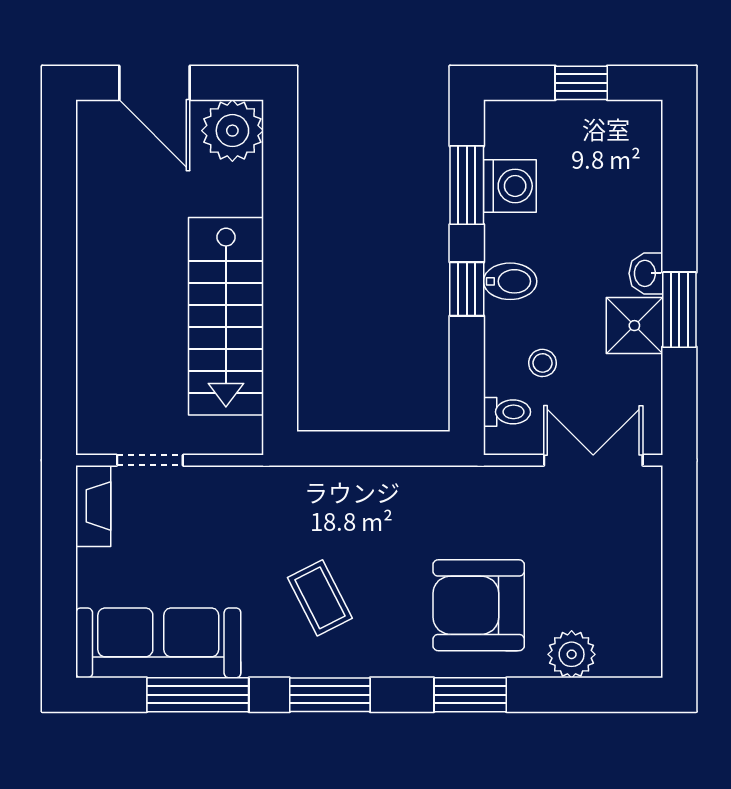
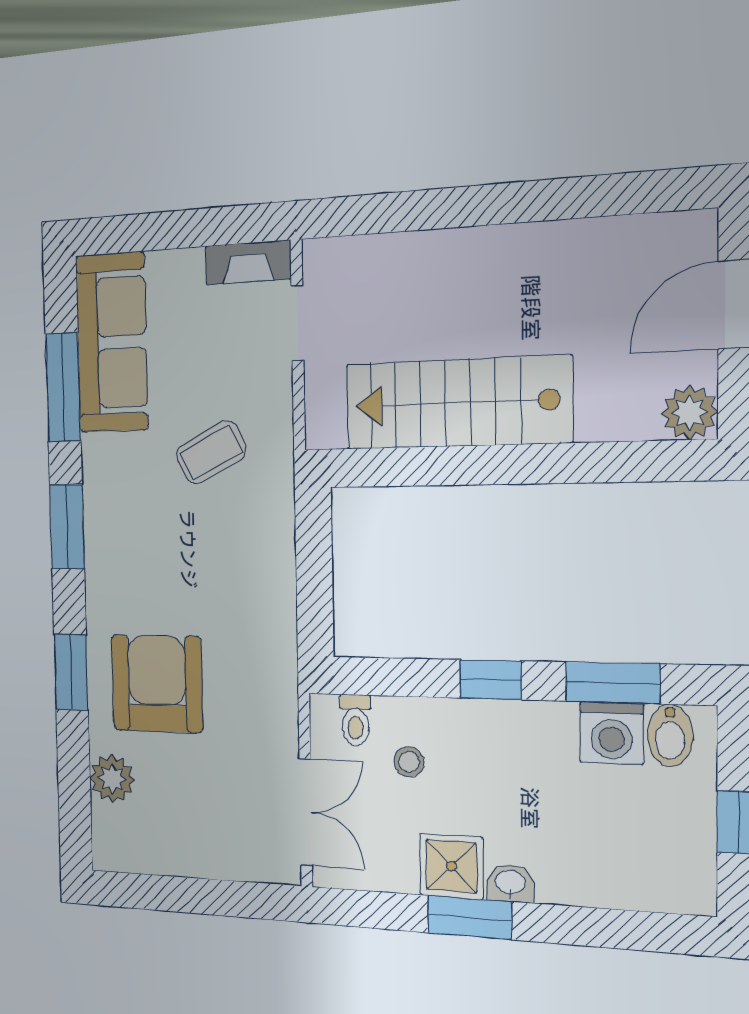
plant: (232, 131) -> (690, 412), width x0.73, depth x0.73
bidet: (510, 281) -> (670, 735), moved
coffee table: (320, 598) -> (211, 452), moved

